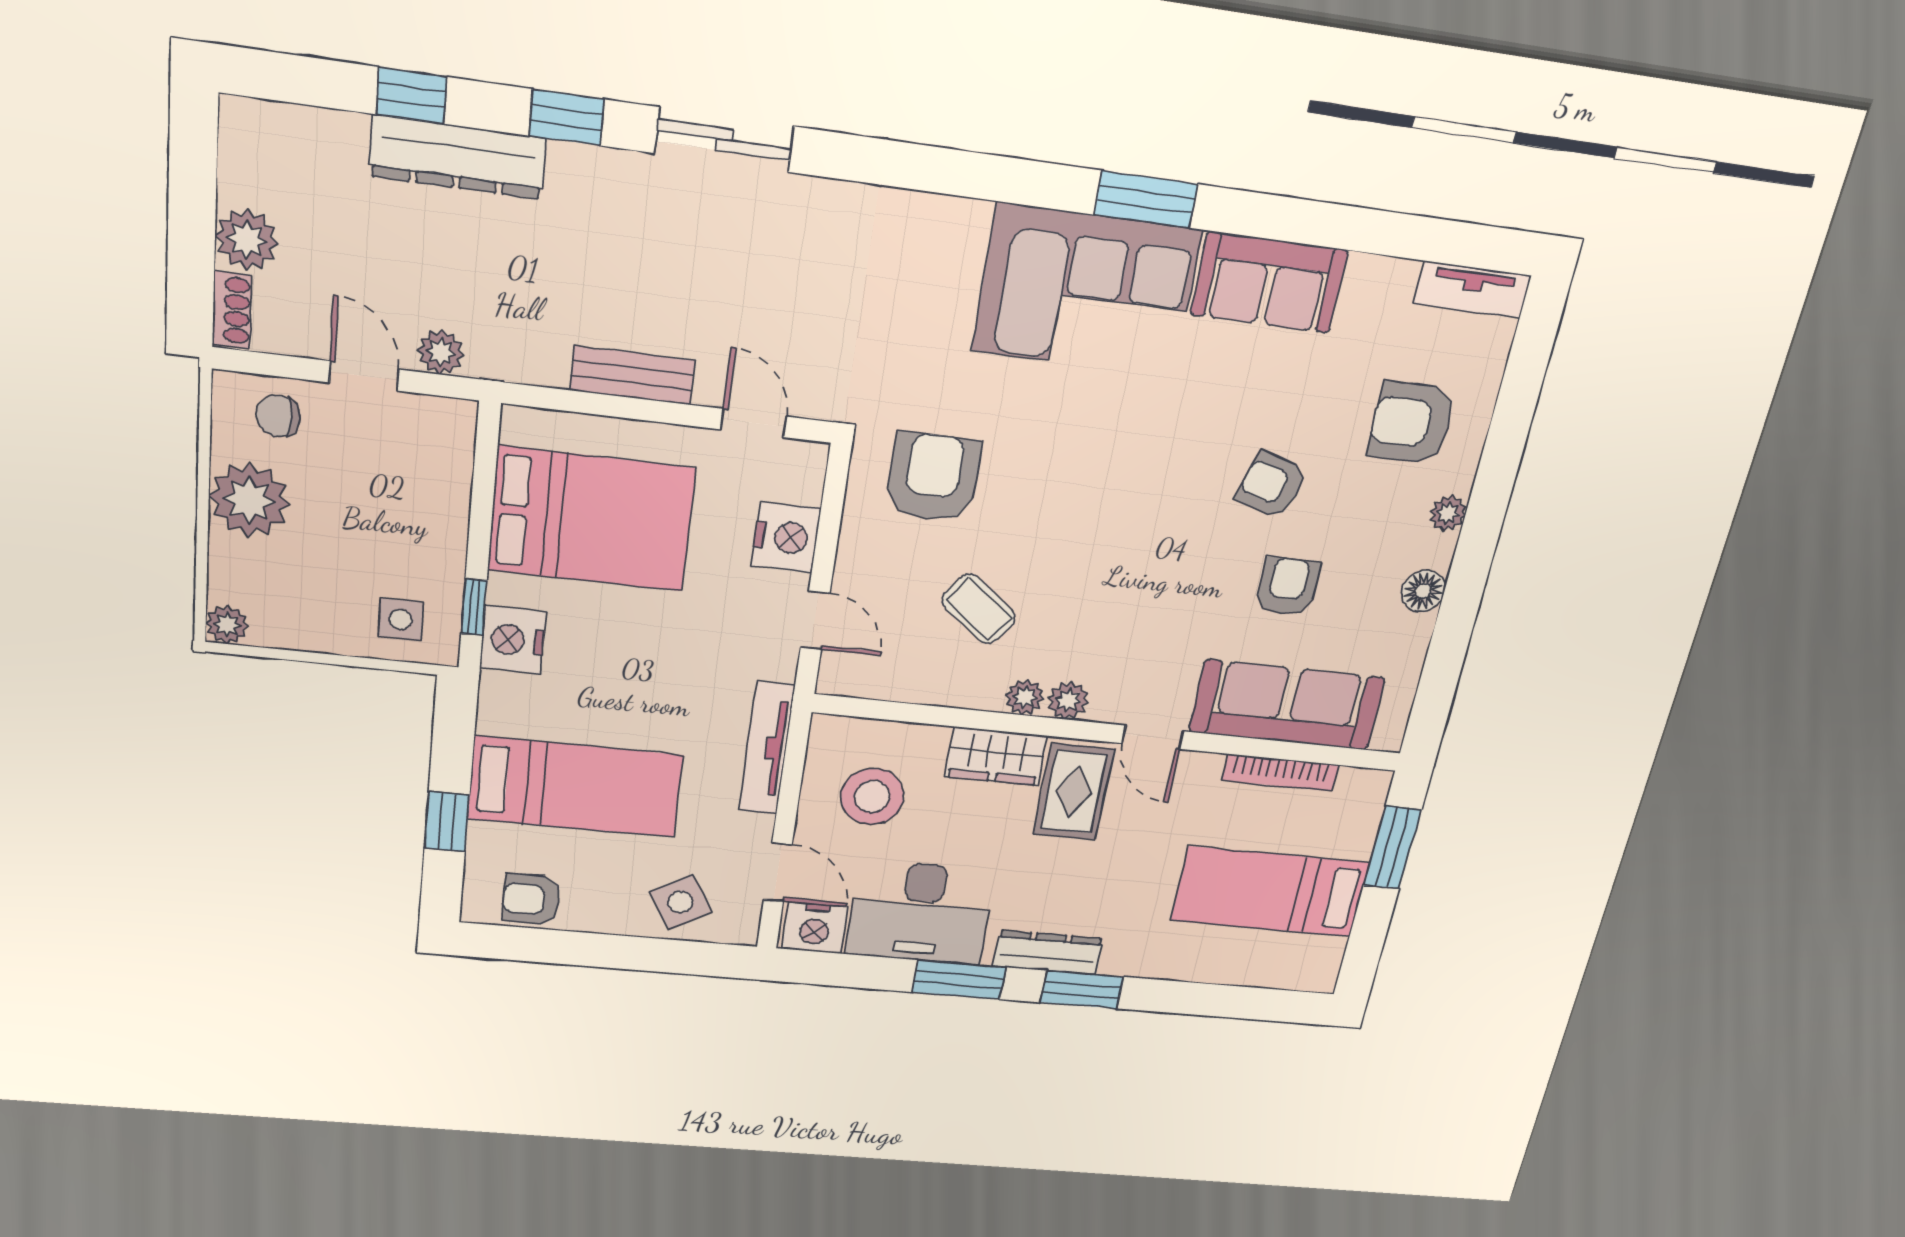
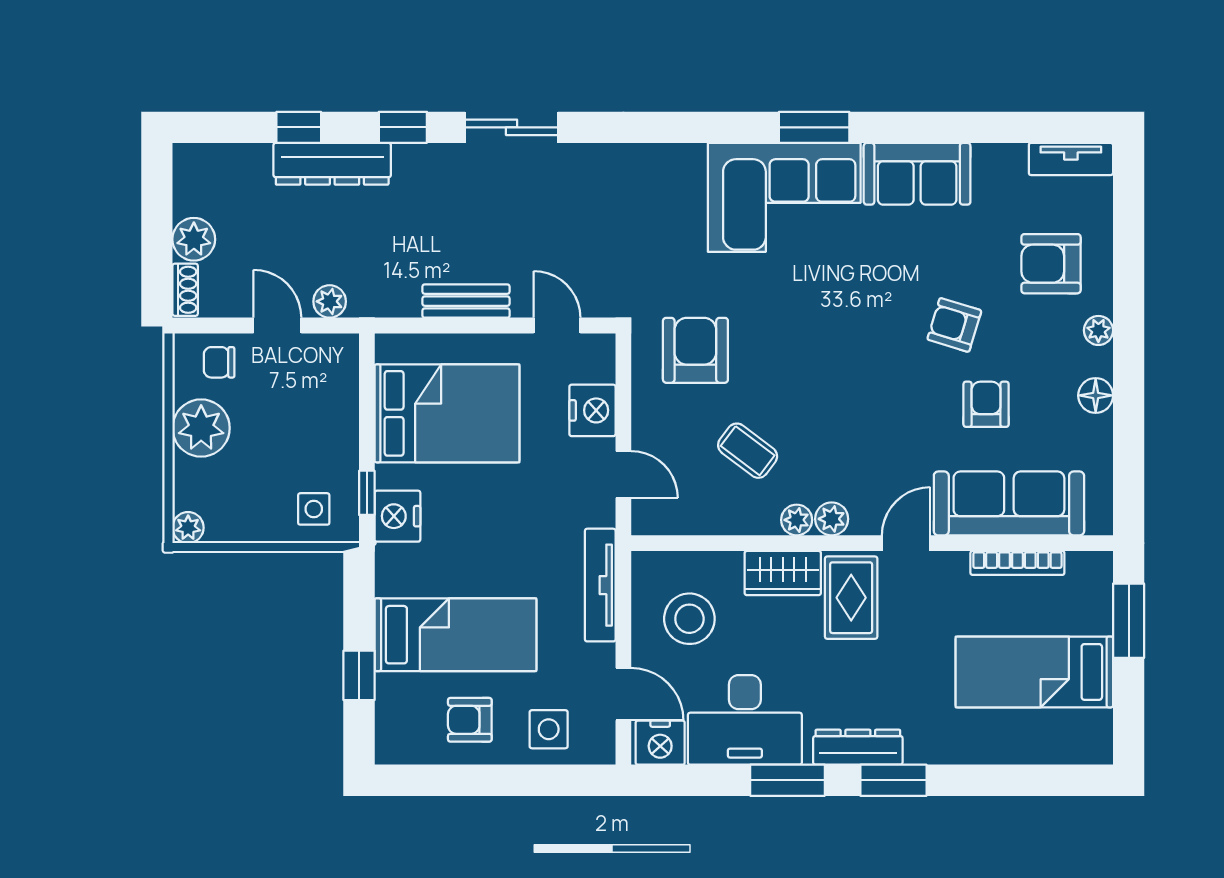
door: (1153, 737) -> (906, 543), swing flipped
armchair: (531, 899) -> (470, 720), moved
side table: (681, 902) -> (549, 729), turned 30

